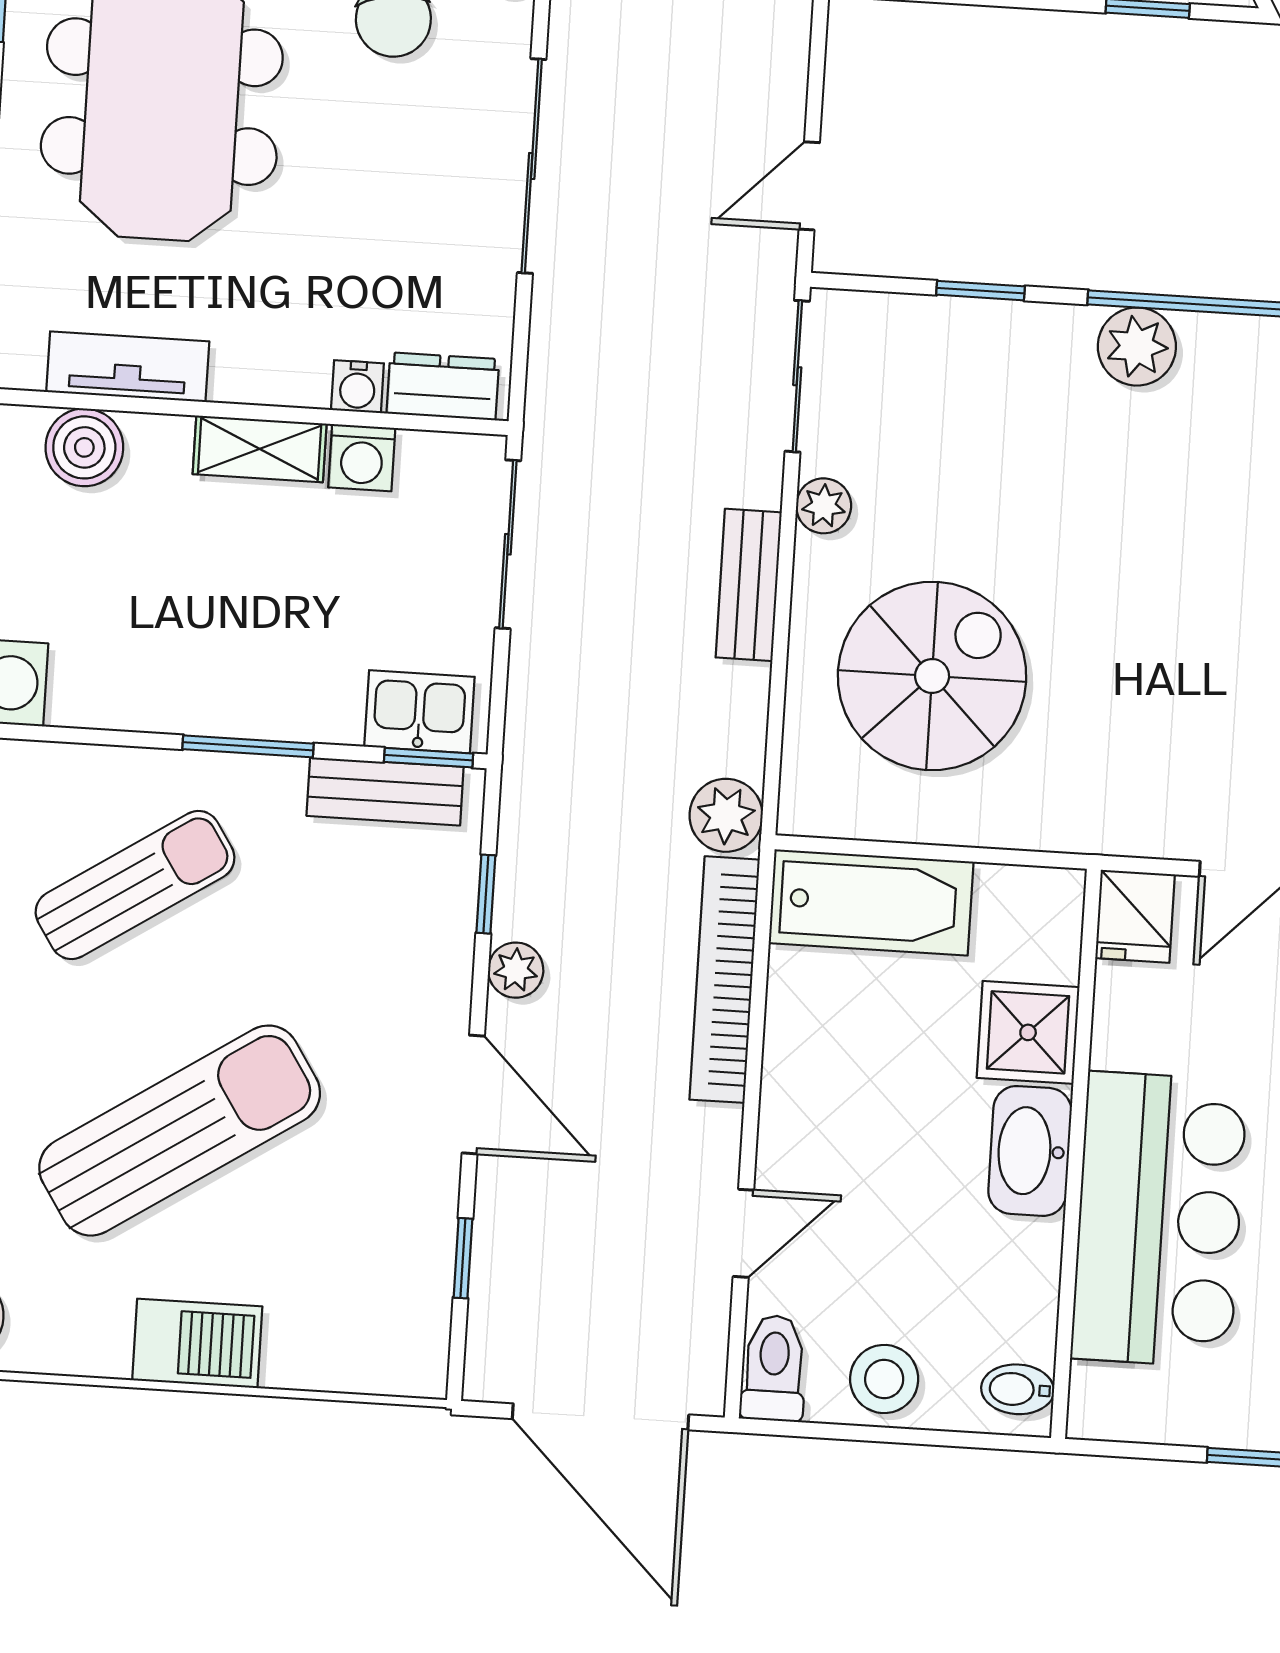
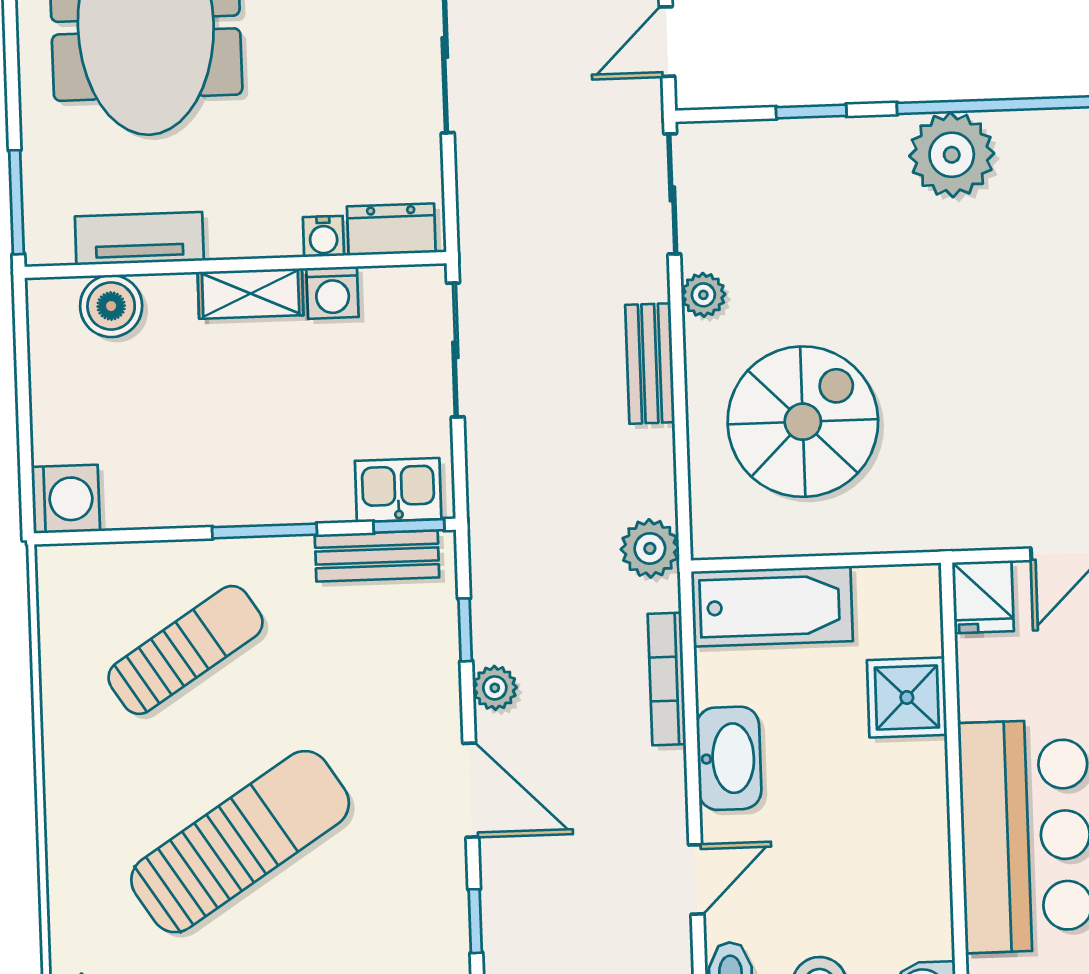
plant: (1137, 347) -> (952, 155), width x1.36, depth x1.36
bookcase: (725, 980) -> (667, 679), width x0.68, depth x0.76
washbasin: (1030, 1151) -> (729, 758), moved, turned 180

